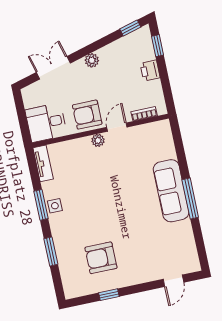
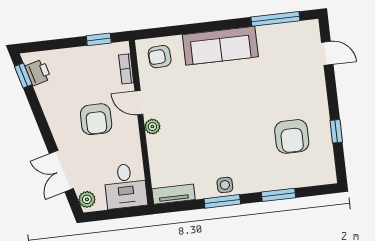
window: (157, 46) -> (99, 39), moved
plant: (92, 60) -> (87, 199), moved
printer: (150, 70) -> (38, 72), moved, turned -105
armchair: (87, 115) -> (96, 119), moved
armchair: (157, 141) -> (160, 57), added
window: (190, 198) -> (275, 19), moved

